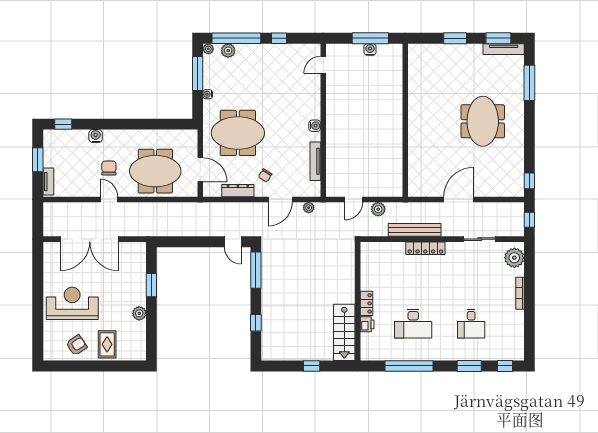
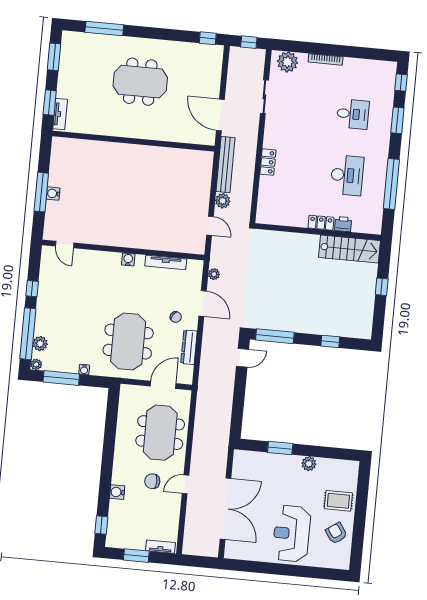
tv unit: (504, 49) -> (60, 114), moved, width x0.71
wall: (405, 120) -> (133, 141), moved
bench: (415, 230) -> (225, 165), moved
locker: (425, 248) -> (268, 162), width x0.66

